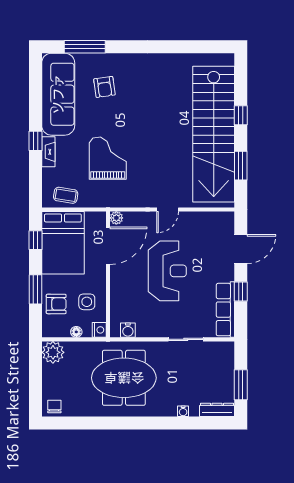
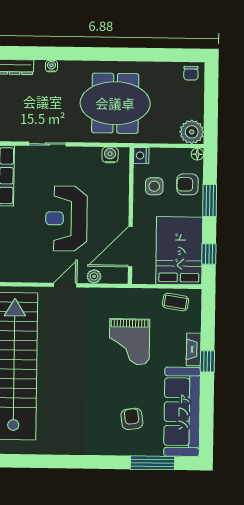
plant: (116, 218) -> (94, 276), moved
floor lamp: (76, 332) -> (197, 154), moved

